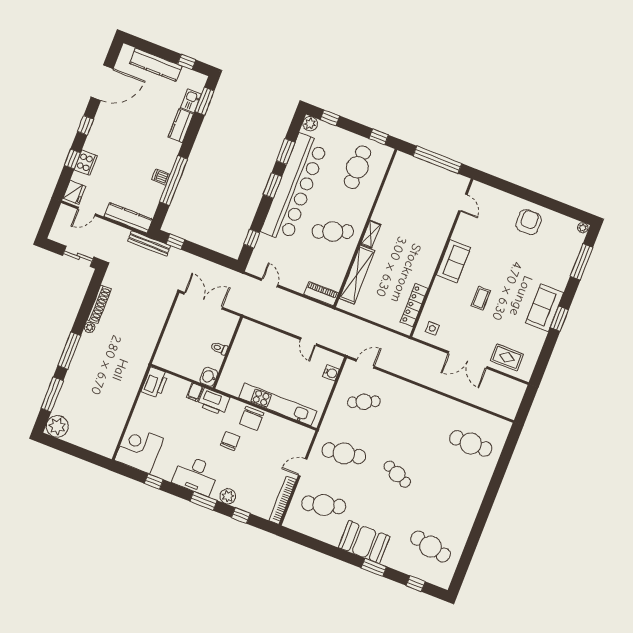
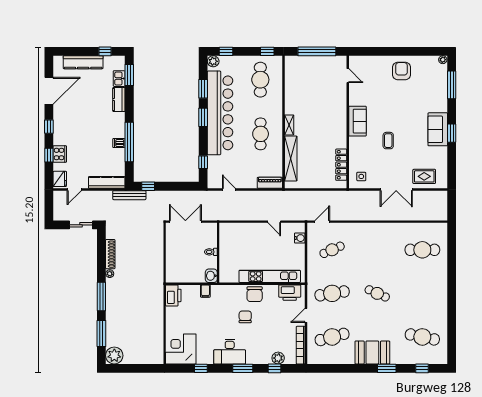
cafe table: (333, 231) -> (261, 134), turned -69
printer: (214, 402) -> (290, 293), moved
plant: (228, 496) -> (278, 358), moved

